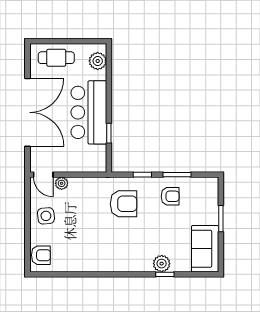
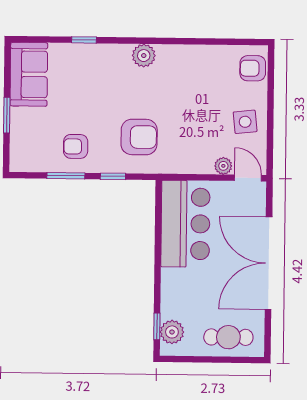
bar counter: (89, 112) -> (185, 224), moved
window: (109, 133) -> (157, 326), moved
armchair: (124, 204) -> (139, 137), turned 180
plant: (162, 264) -> (144, 56), moved

